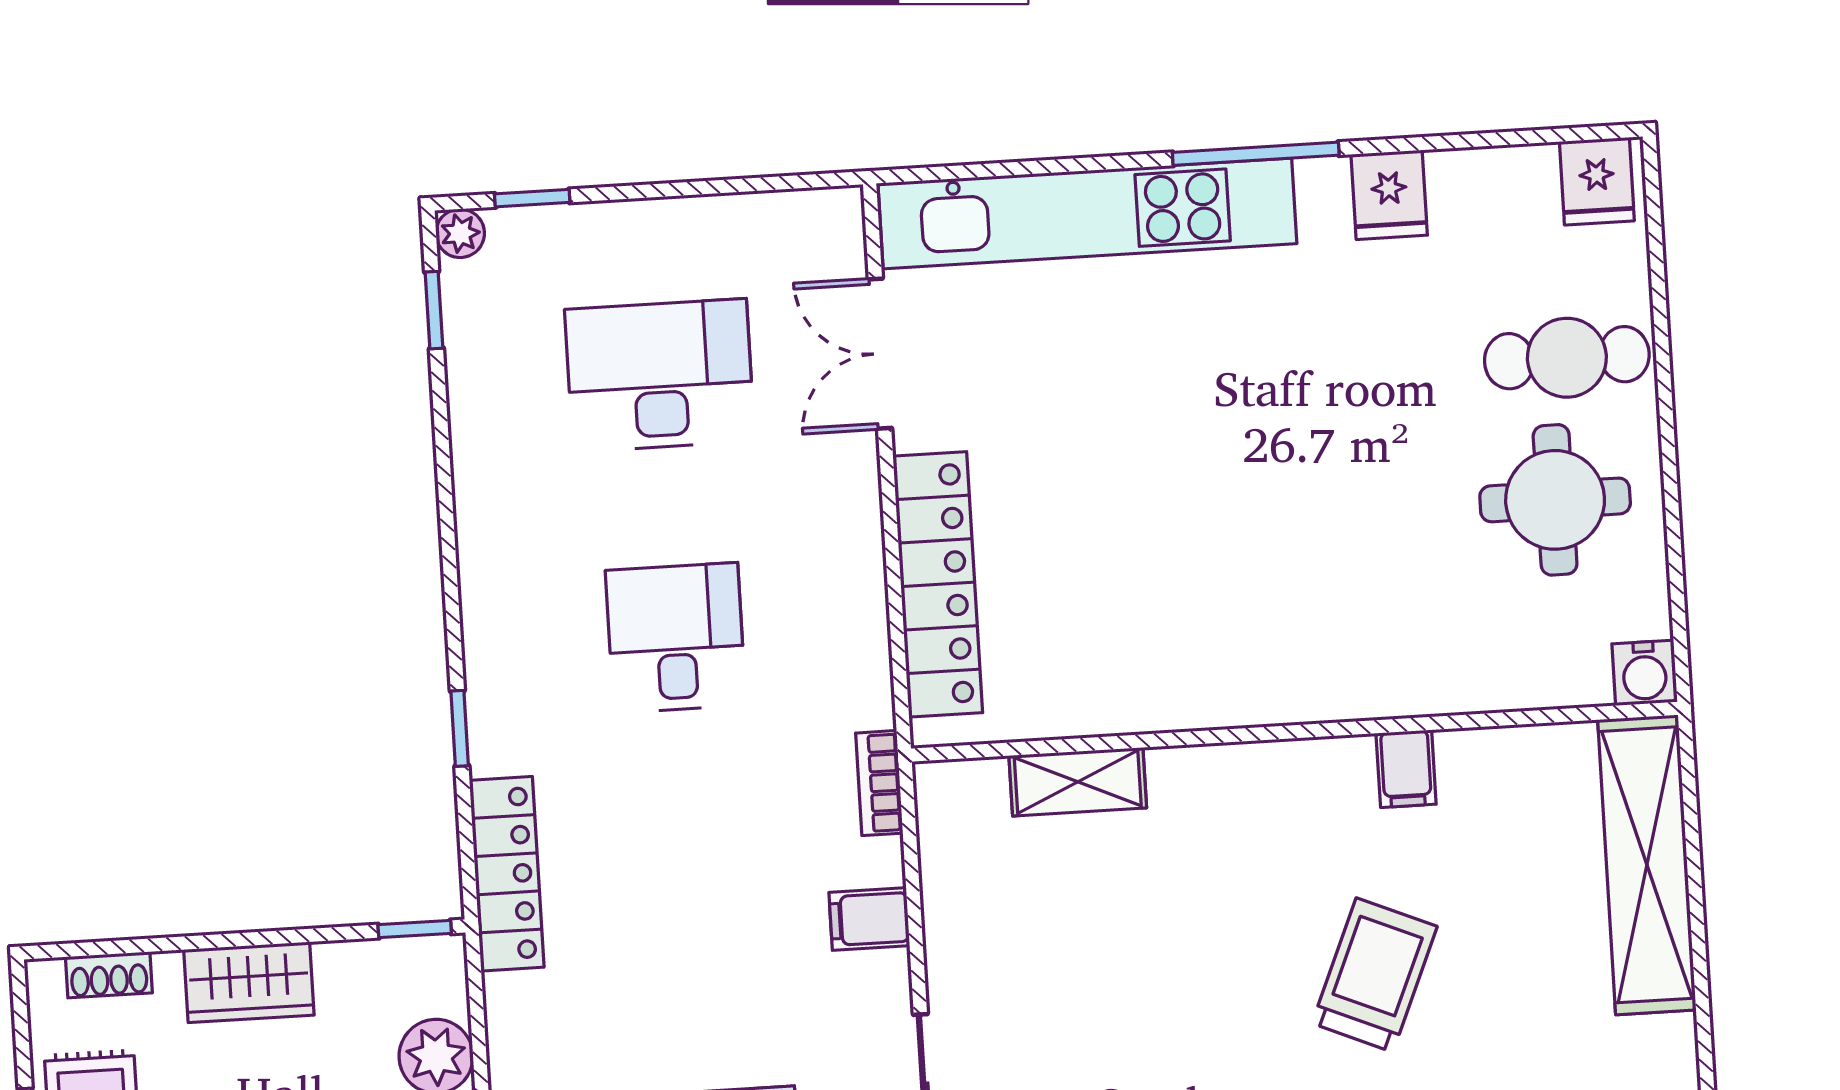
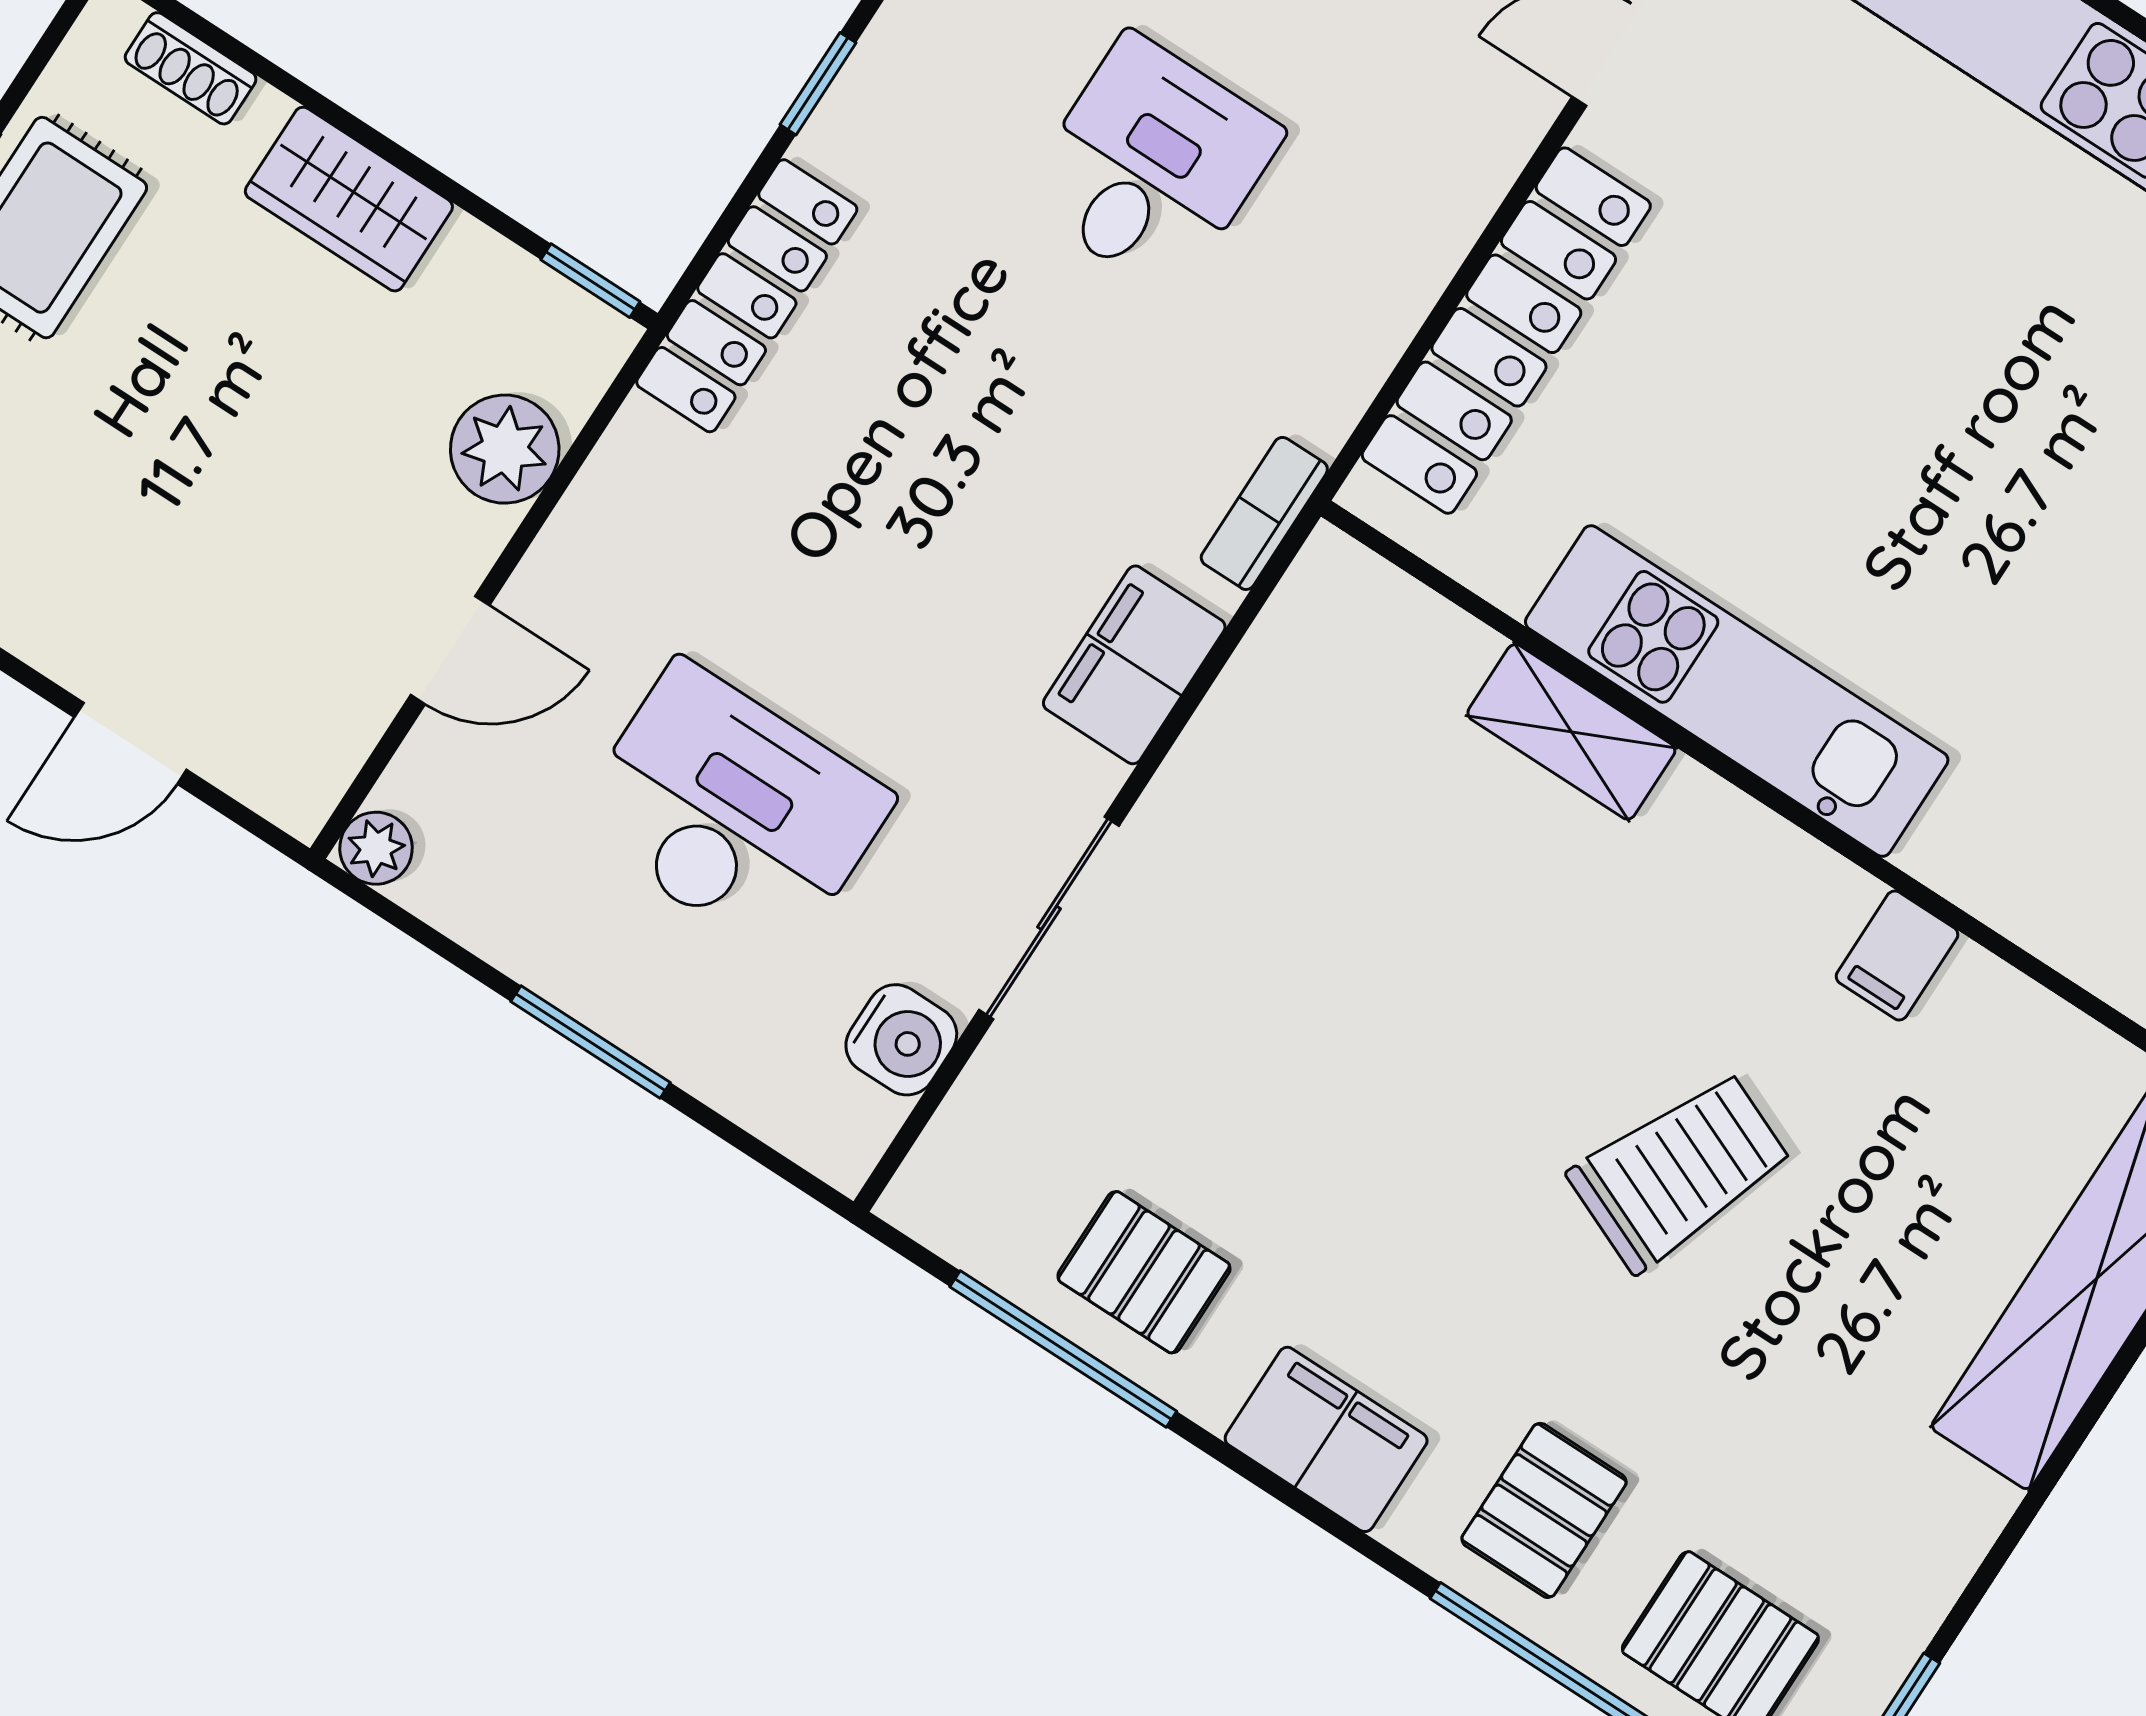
kitchen unit: (1211, 689) -> (1737, 691), added
shelving: (1078, 782) -> (1571, 732), moved
filing cabinet: (869, 919) -> (1134, 665), width x2.00

